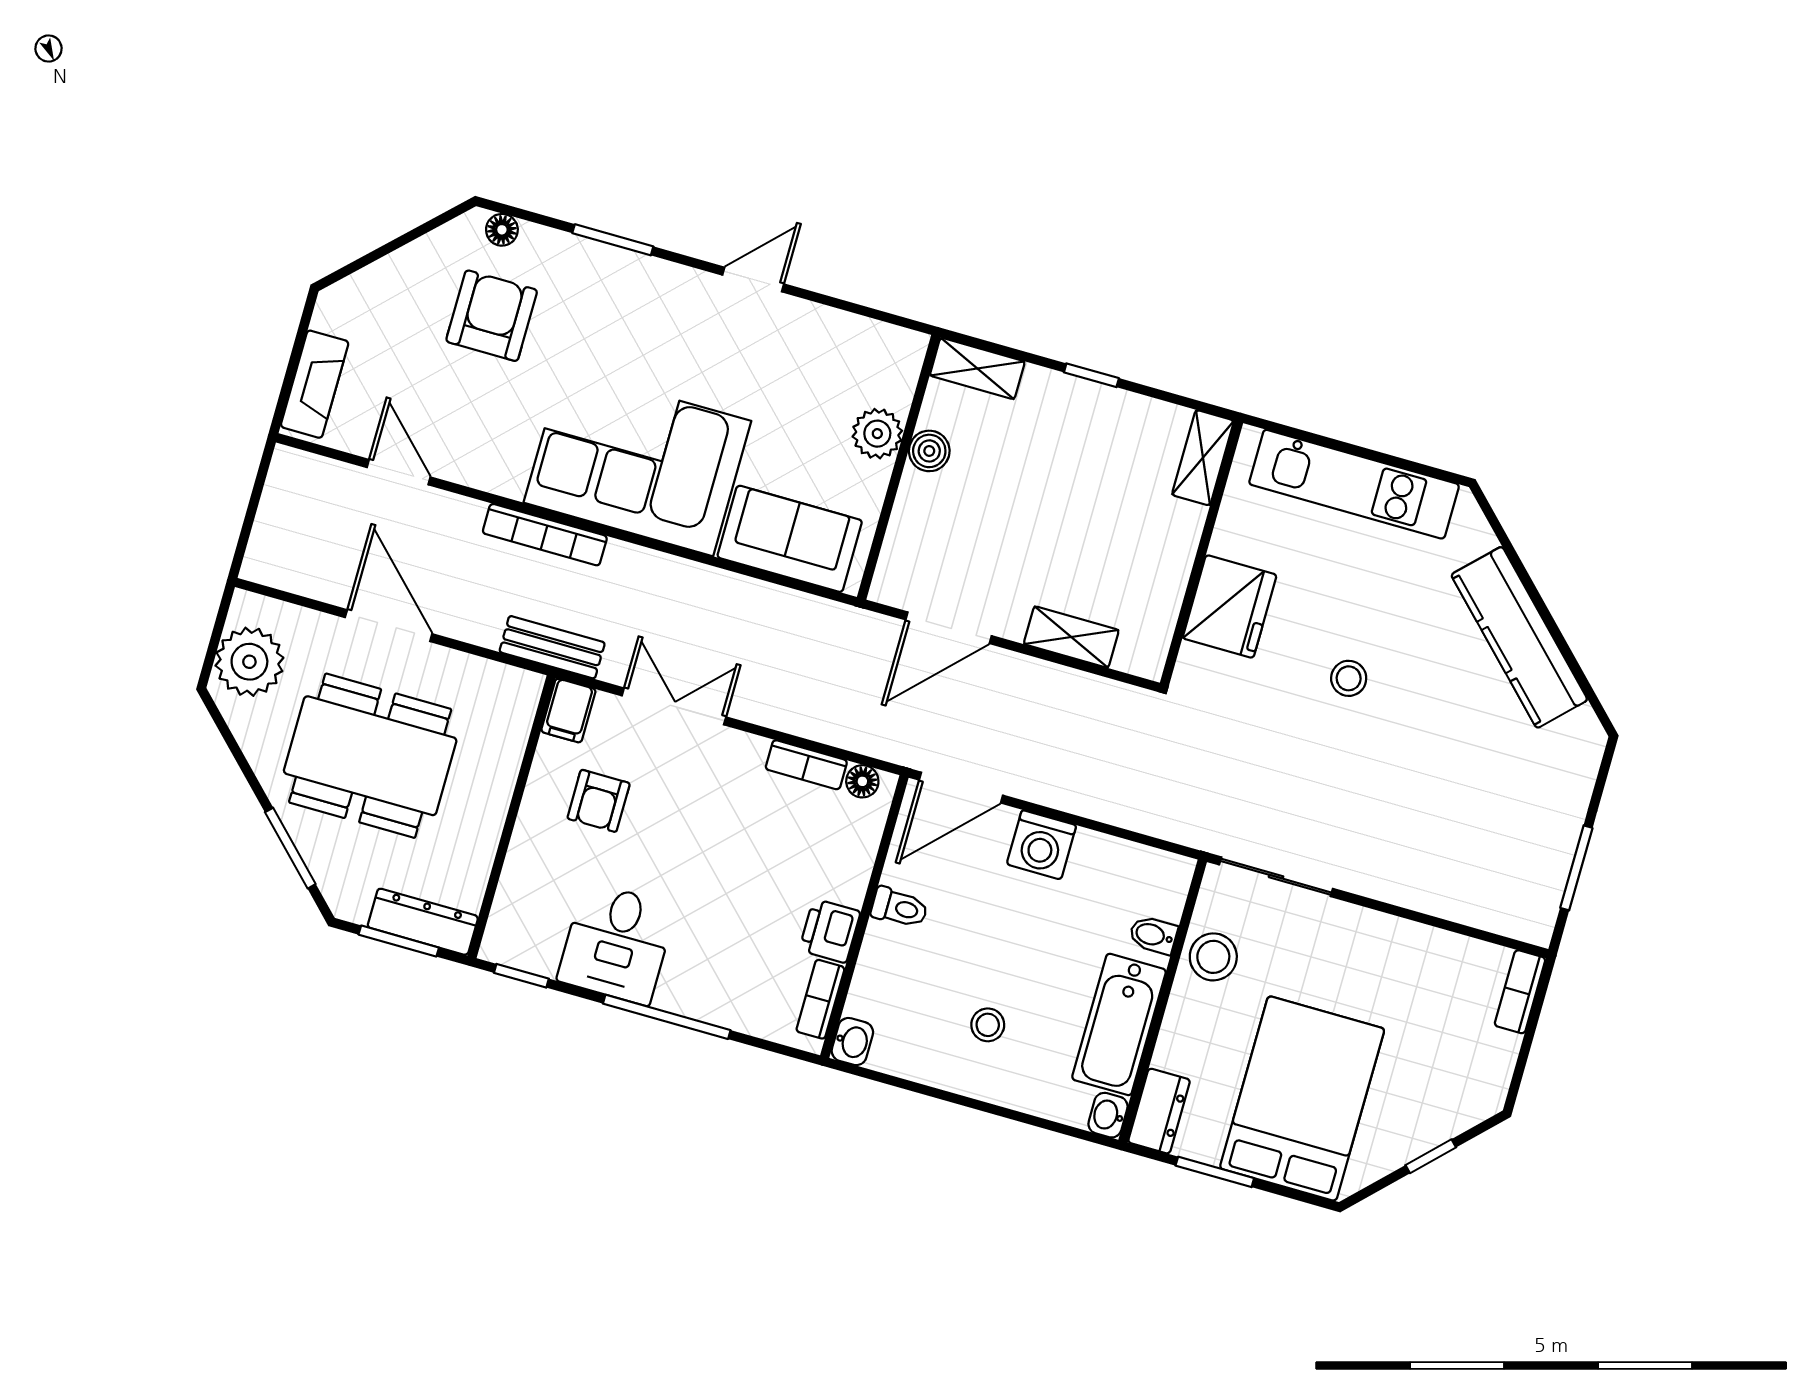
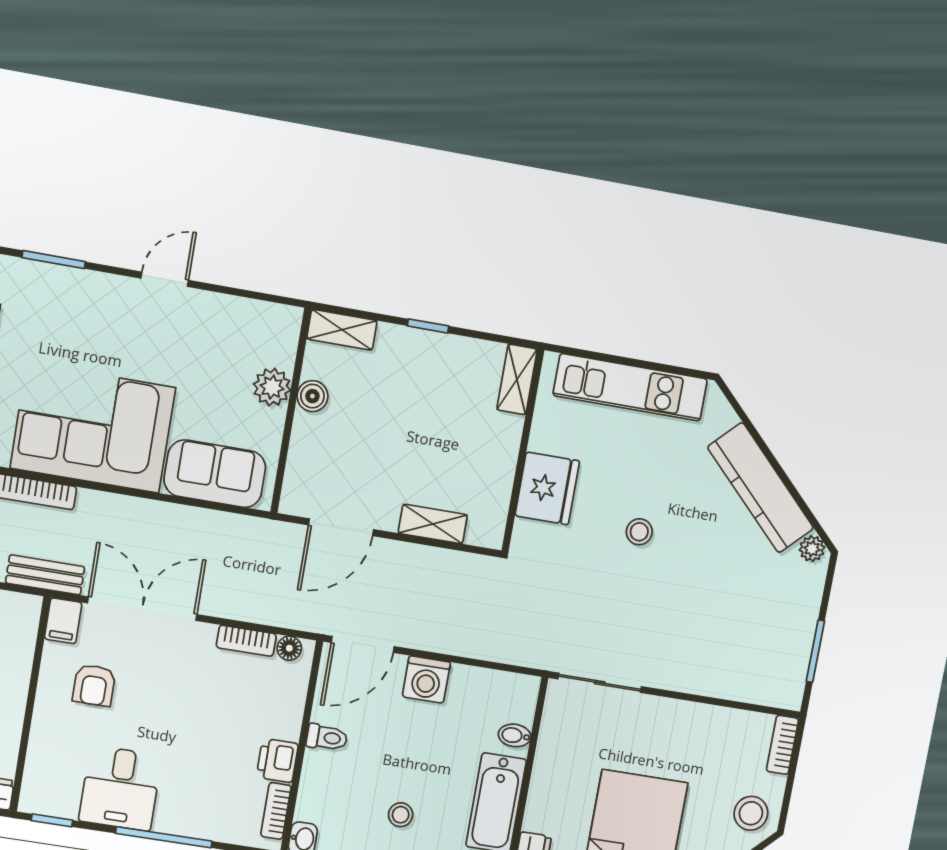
double door: (674, 706) -> (142, 609), width x1.37
plant: (1583, 728) -> (812, 549), added
stool: (1213, 957) -> (751, 813), moved

